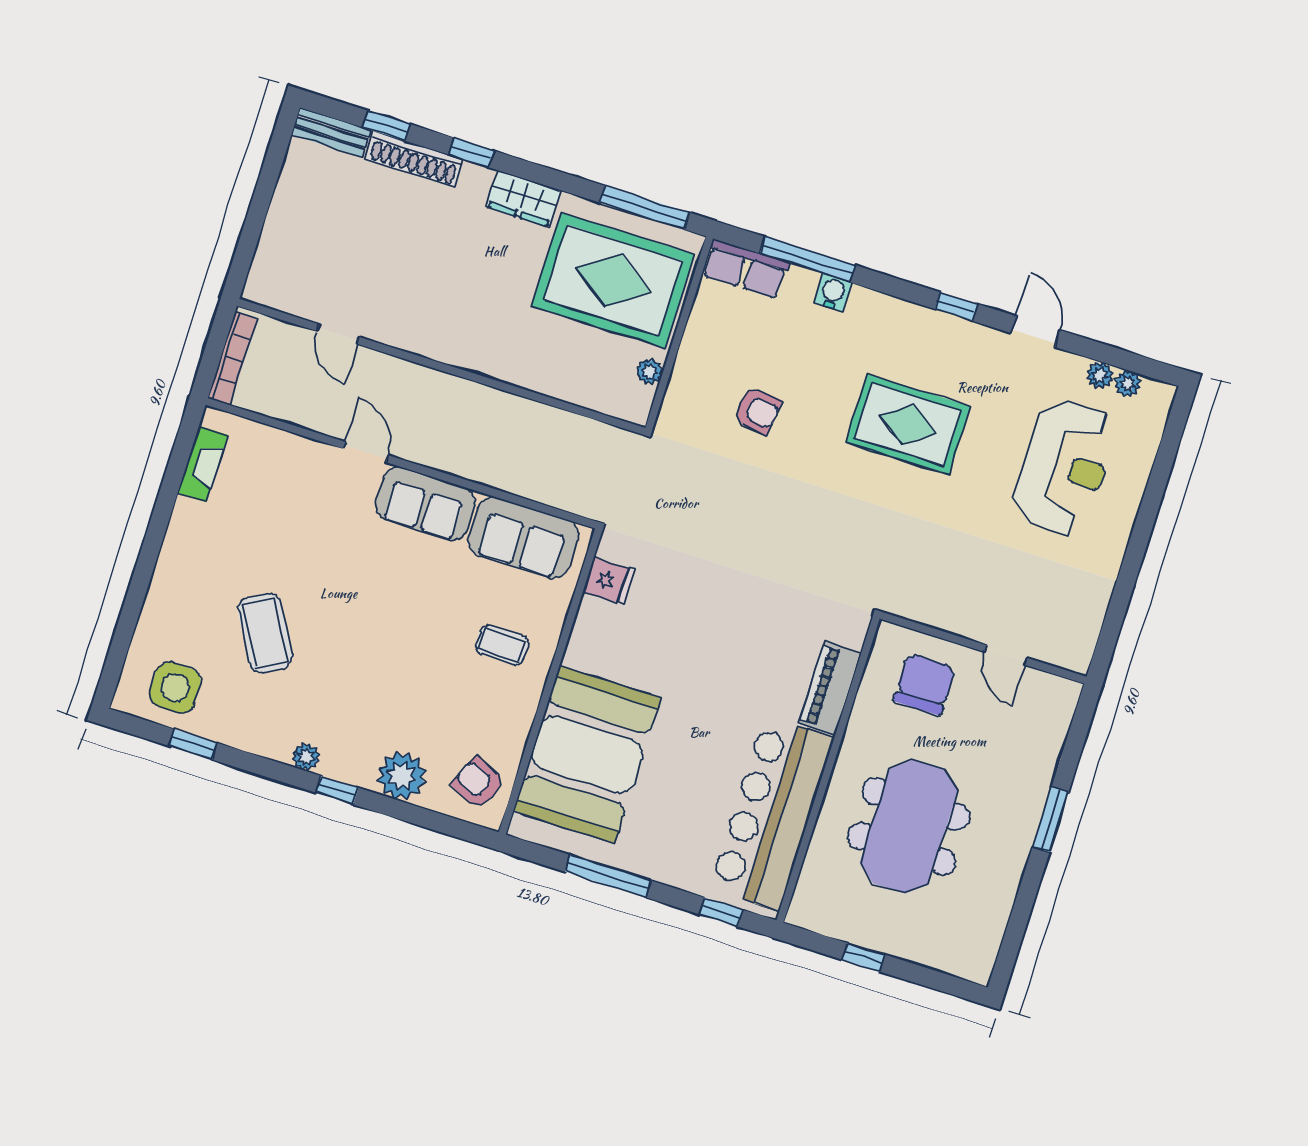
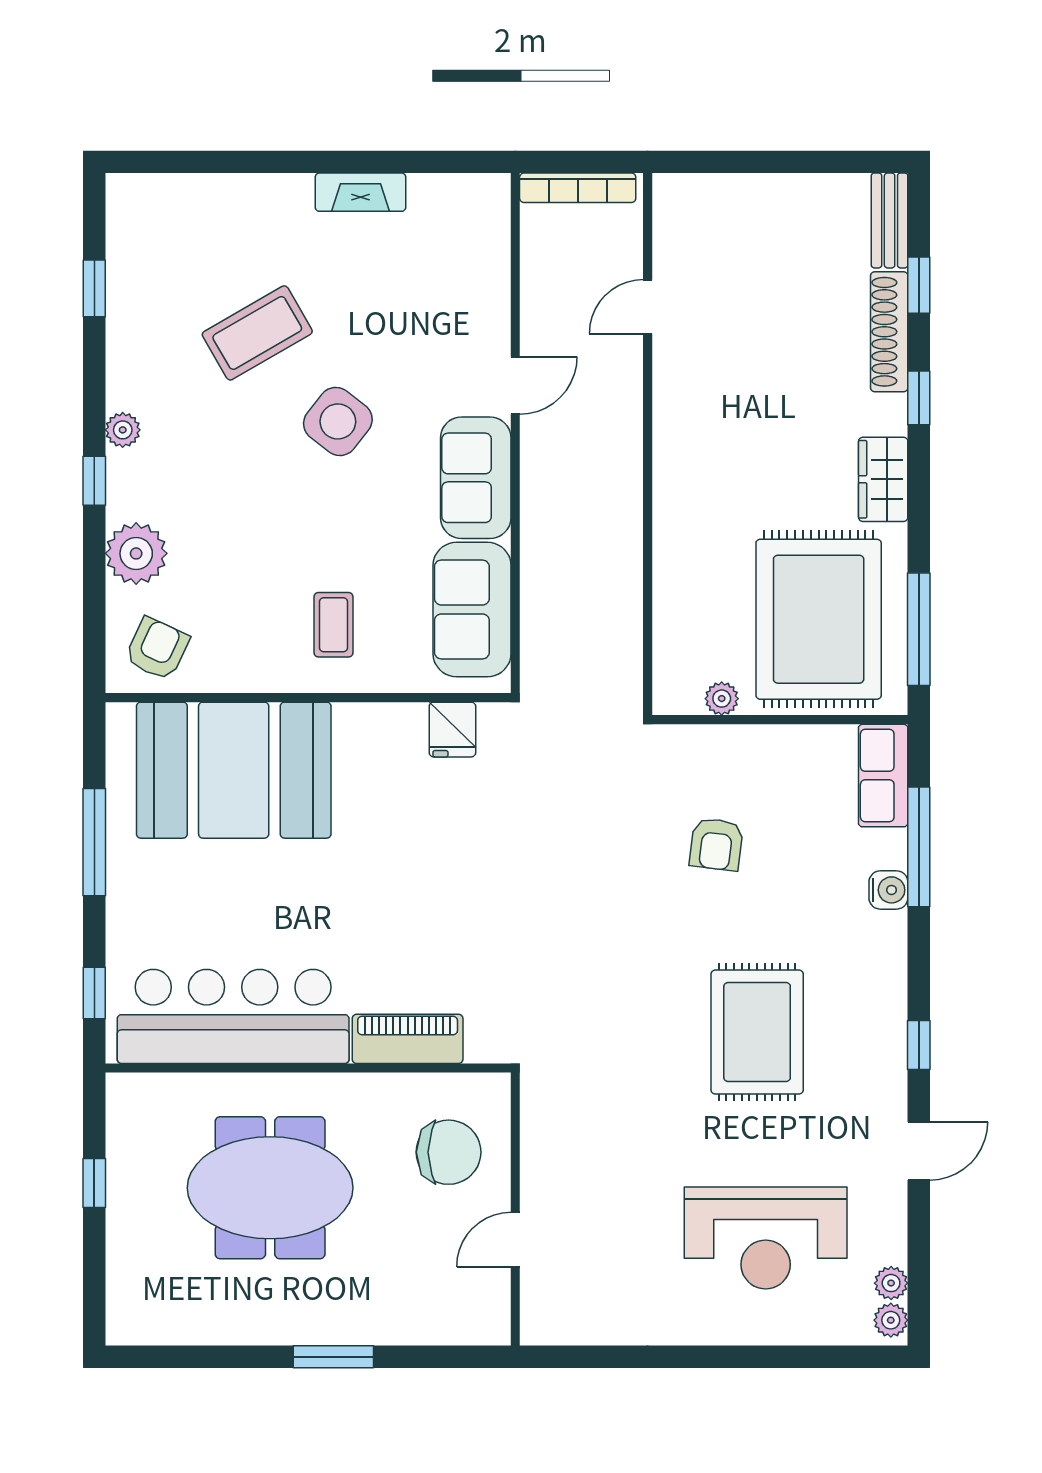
plant: (1100, 375) -> (891, 1320), moved
fireplace: (203, 464) -> (360, 192), moved
side table: (175, 688) -> (338, 421), moved, turned 38

